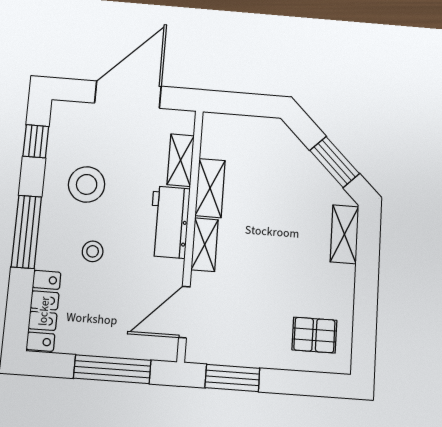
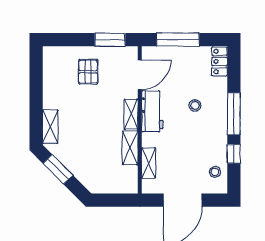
window: (36, 141) -> (234, 154), moved
stool: (87, 184) -> (215, 172), moved, width x0.53, depth x0.53
workbench: (169, 222) -> (152, 111), moved
locker: (44, 311) -> (220, 62), width x0.66
pallet: (314, 335) -> (88, 72), moved, turned 90

